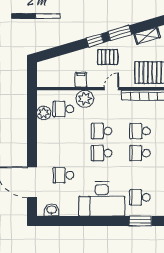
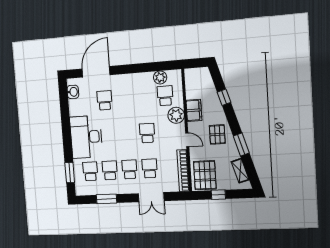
window: (95, 40) -> (224, 97), moved
filing cabinet: (81, 80) -> (194, 110), width x2.00
school desk: (102, 153) -> (110, 170), moved

